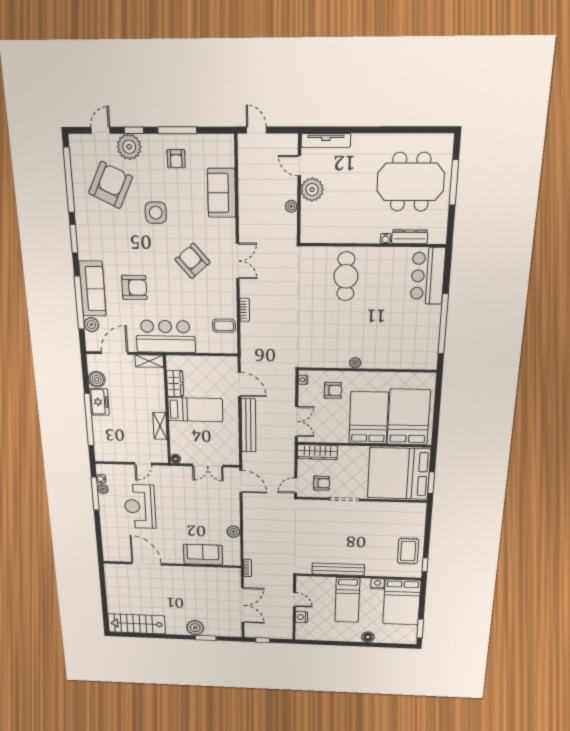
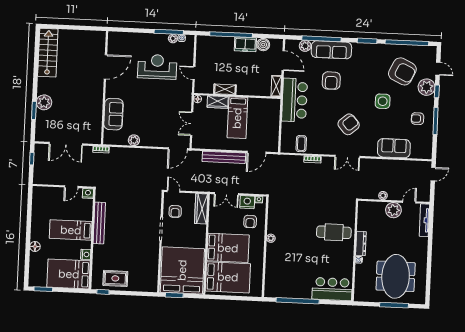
dresser: (410, 237) -> (361, 243), moved
wardrobe: (175, 383) -> (218, 102), moved
nightstand: (307, 395) -> (247, 202), added
nightstand: (301, 617) -> (88, 193), moved

